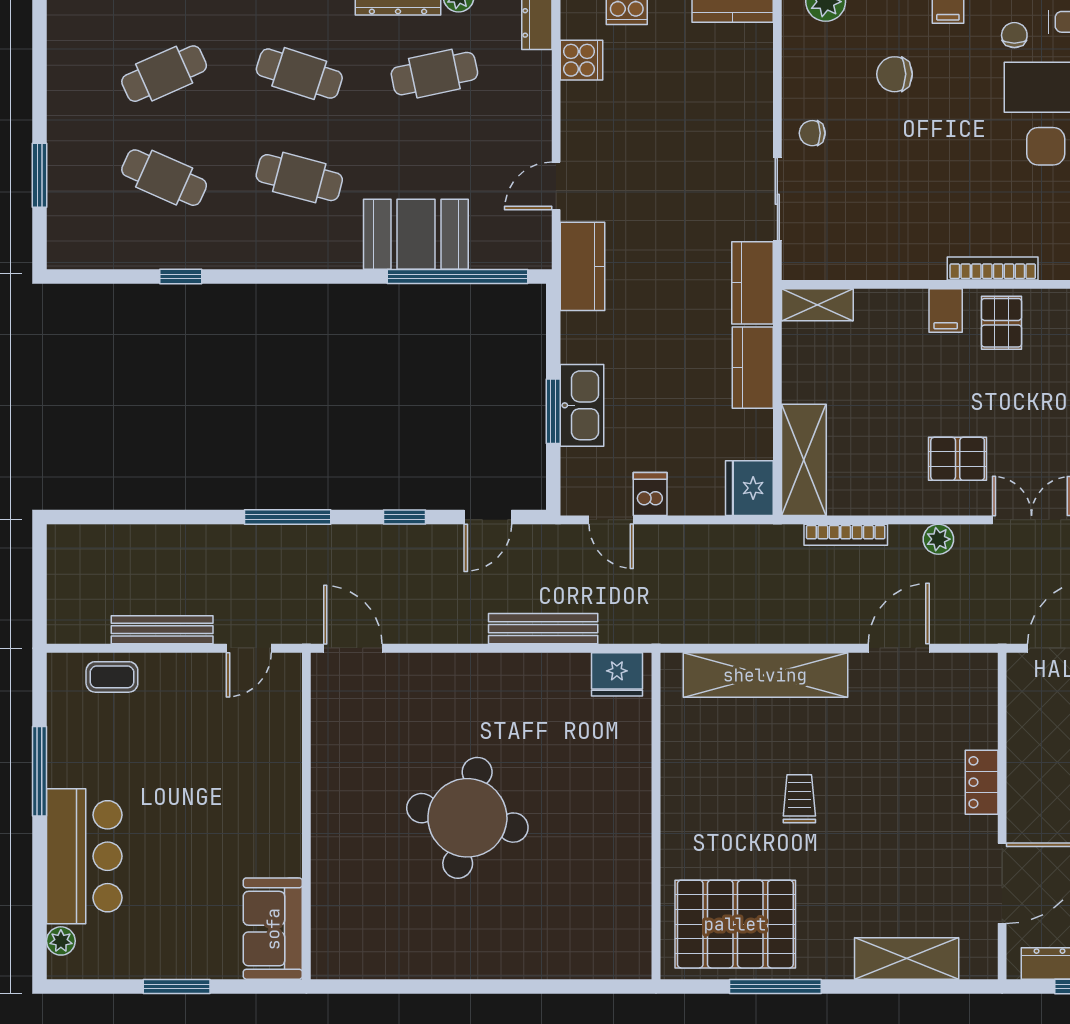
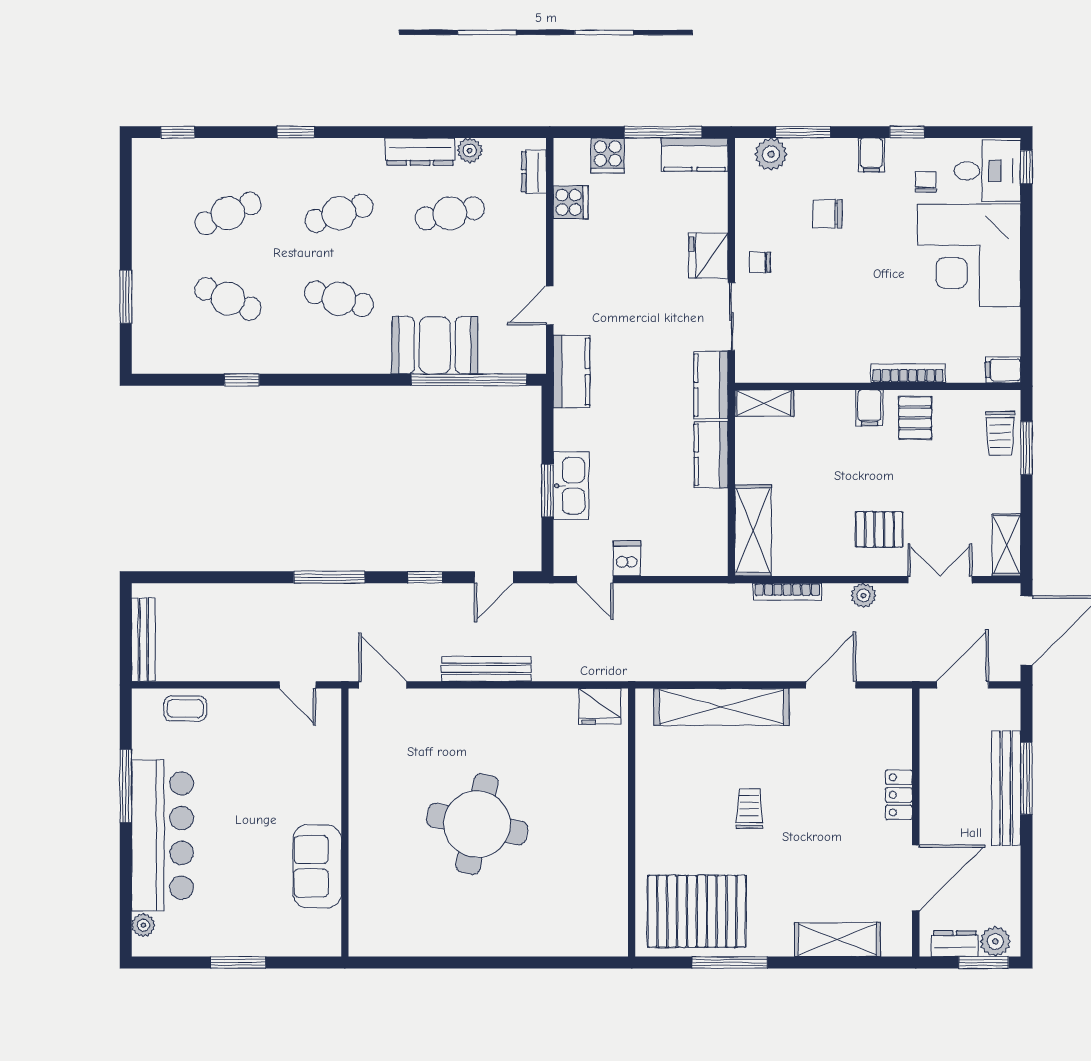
cafe table: (299, 74) -> (339, 213), turned -36
fridge: (749, 488) -> (708, 256), moved
bench: (543, 629) -> (486, 669), moved
bench: (162, 630) -> (143, 640), moved, turned 90
door: (249, 648) -> (298, 685), hinge flipped
bar counter: (84, 856) -> (162, 835), width x1.36
sofa: (273, 929) -> (317, 866), moved

